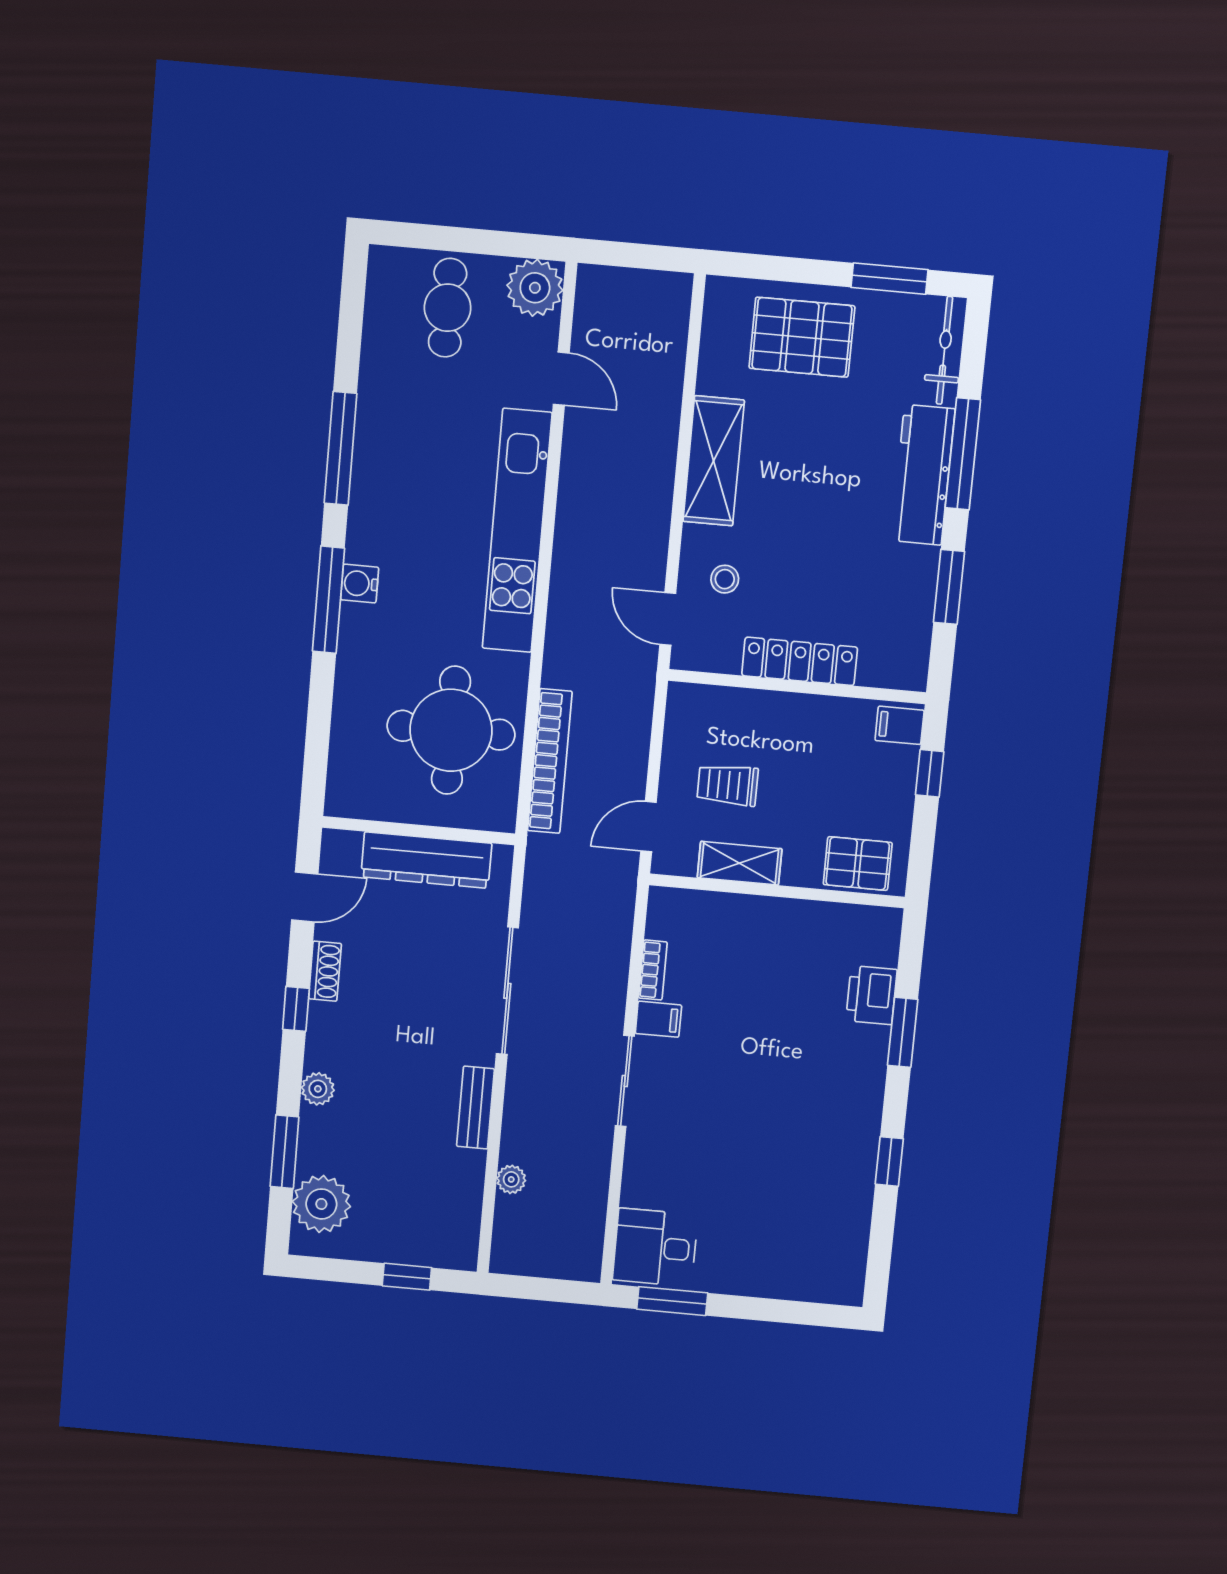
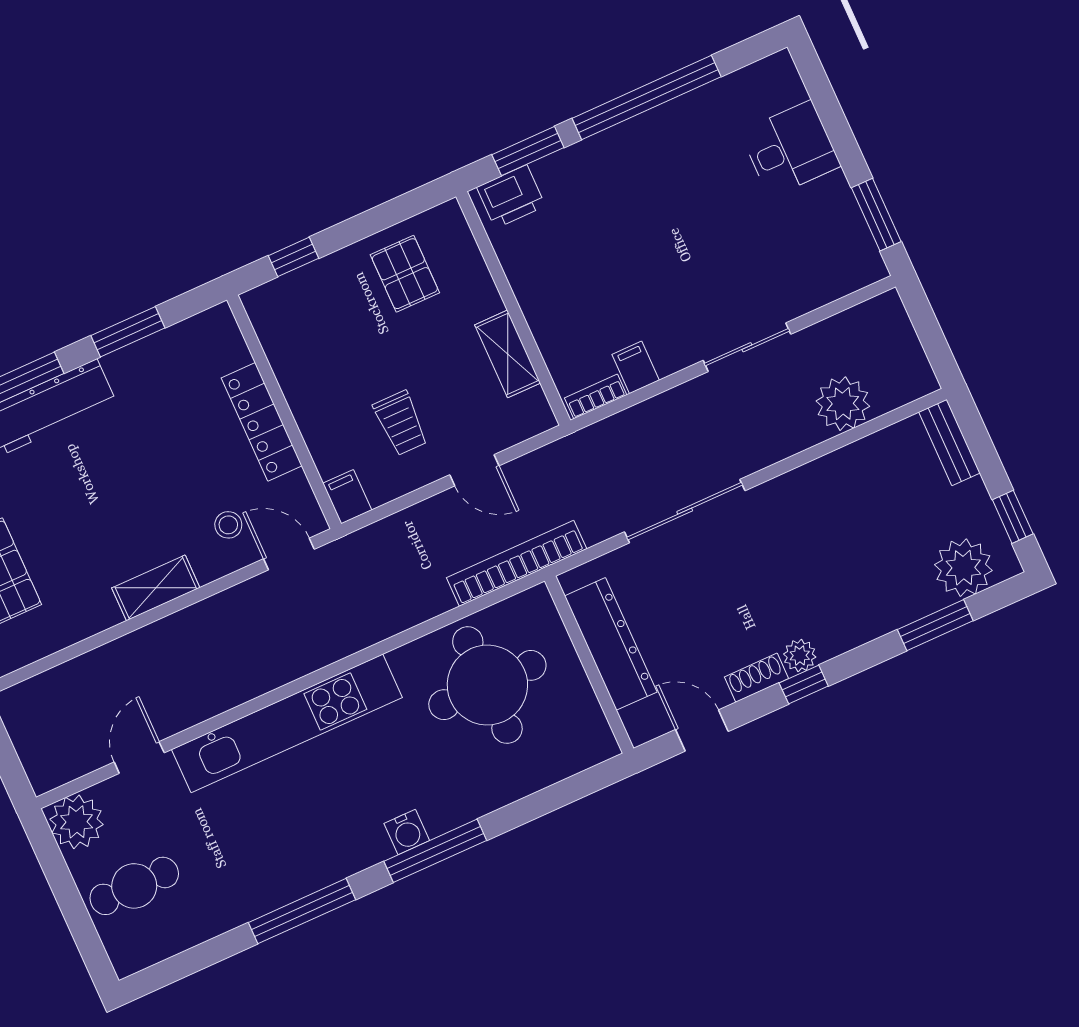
shelving: (714, 461) -> (156, 588), width x0.67, depth x0.75
door: (668, 619) -> (289, 554), swing flipped
filing cabinet: (899, 725) -> (347, 497), moved, turned 180
bookcase: (550, 761) -> (517, 563), moved
shelving: (740, 863) -> (508, 354), moved
wall: (777, 891) -> (513, 308), moved
sliding door: (625, 1081) -> (747, 347), moved
plant: (318, 1089) -> (800, 656), moved
bench: (476, 1108) -> (949, 443), moved, turned 90
window: (889, 1161) -> (647, 98), width x3.17
plant: (511, 1179) -> (843, 404), width x1.87, depth x1.87
desk: (655, 1247) -> (790, 149), moved, turned -90
window: (407, 1277) -> (1013, 517), moved

